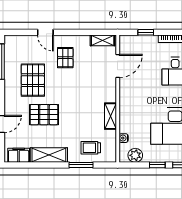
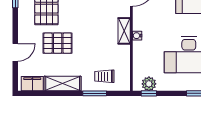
shelving: (110, 116) -> (124, 31), moved
water cooler: (124, 138) -> (137, 36), moved
window: (157, 165) -> (149, 93), moved

